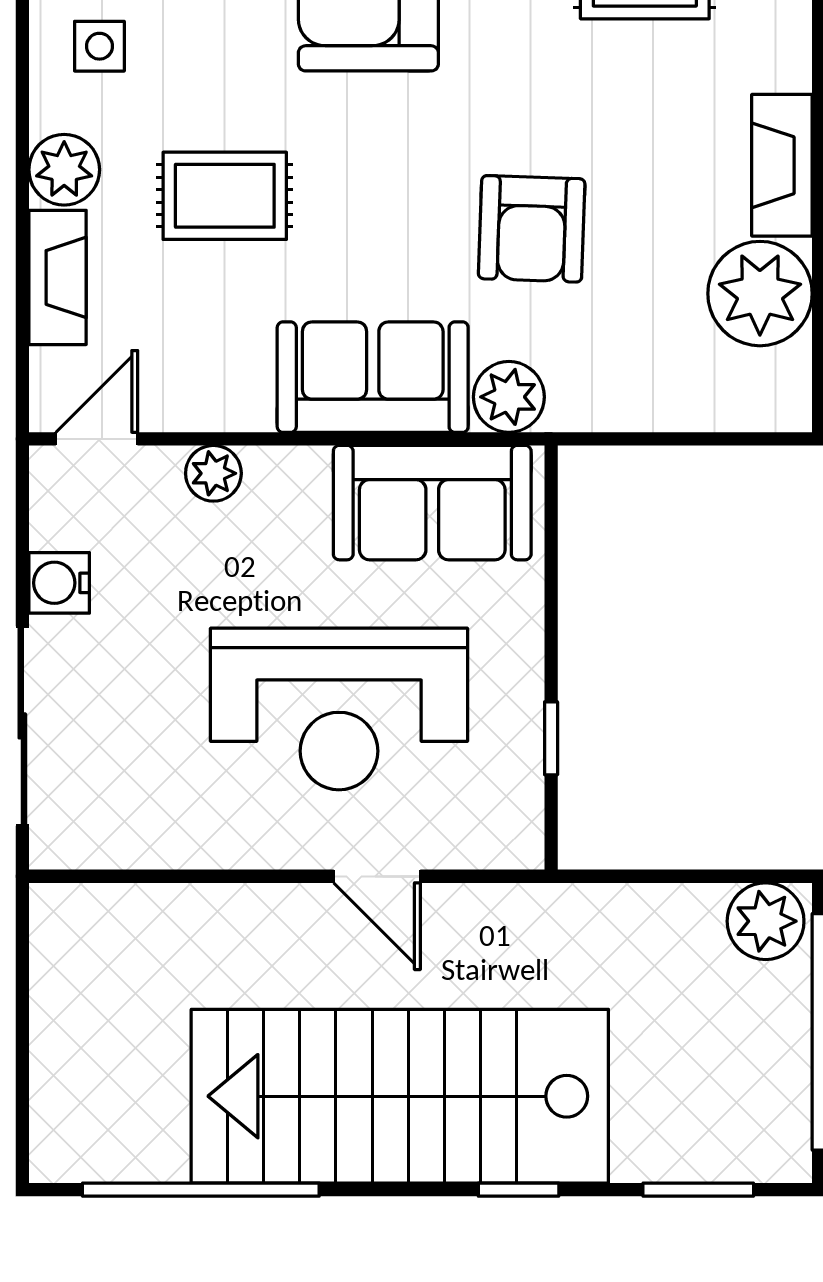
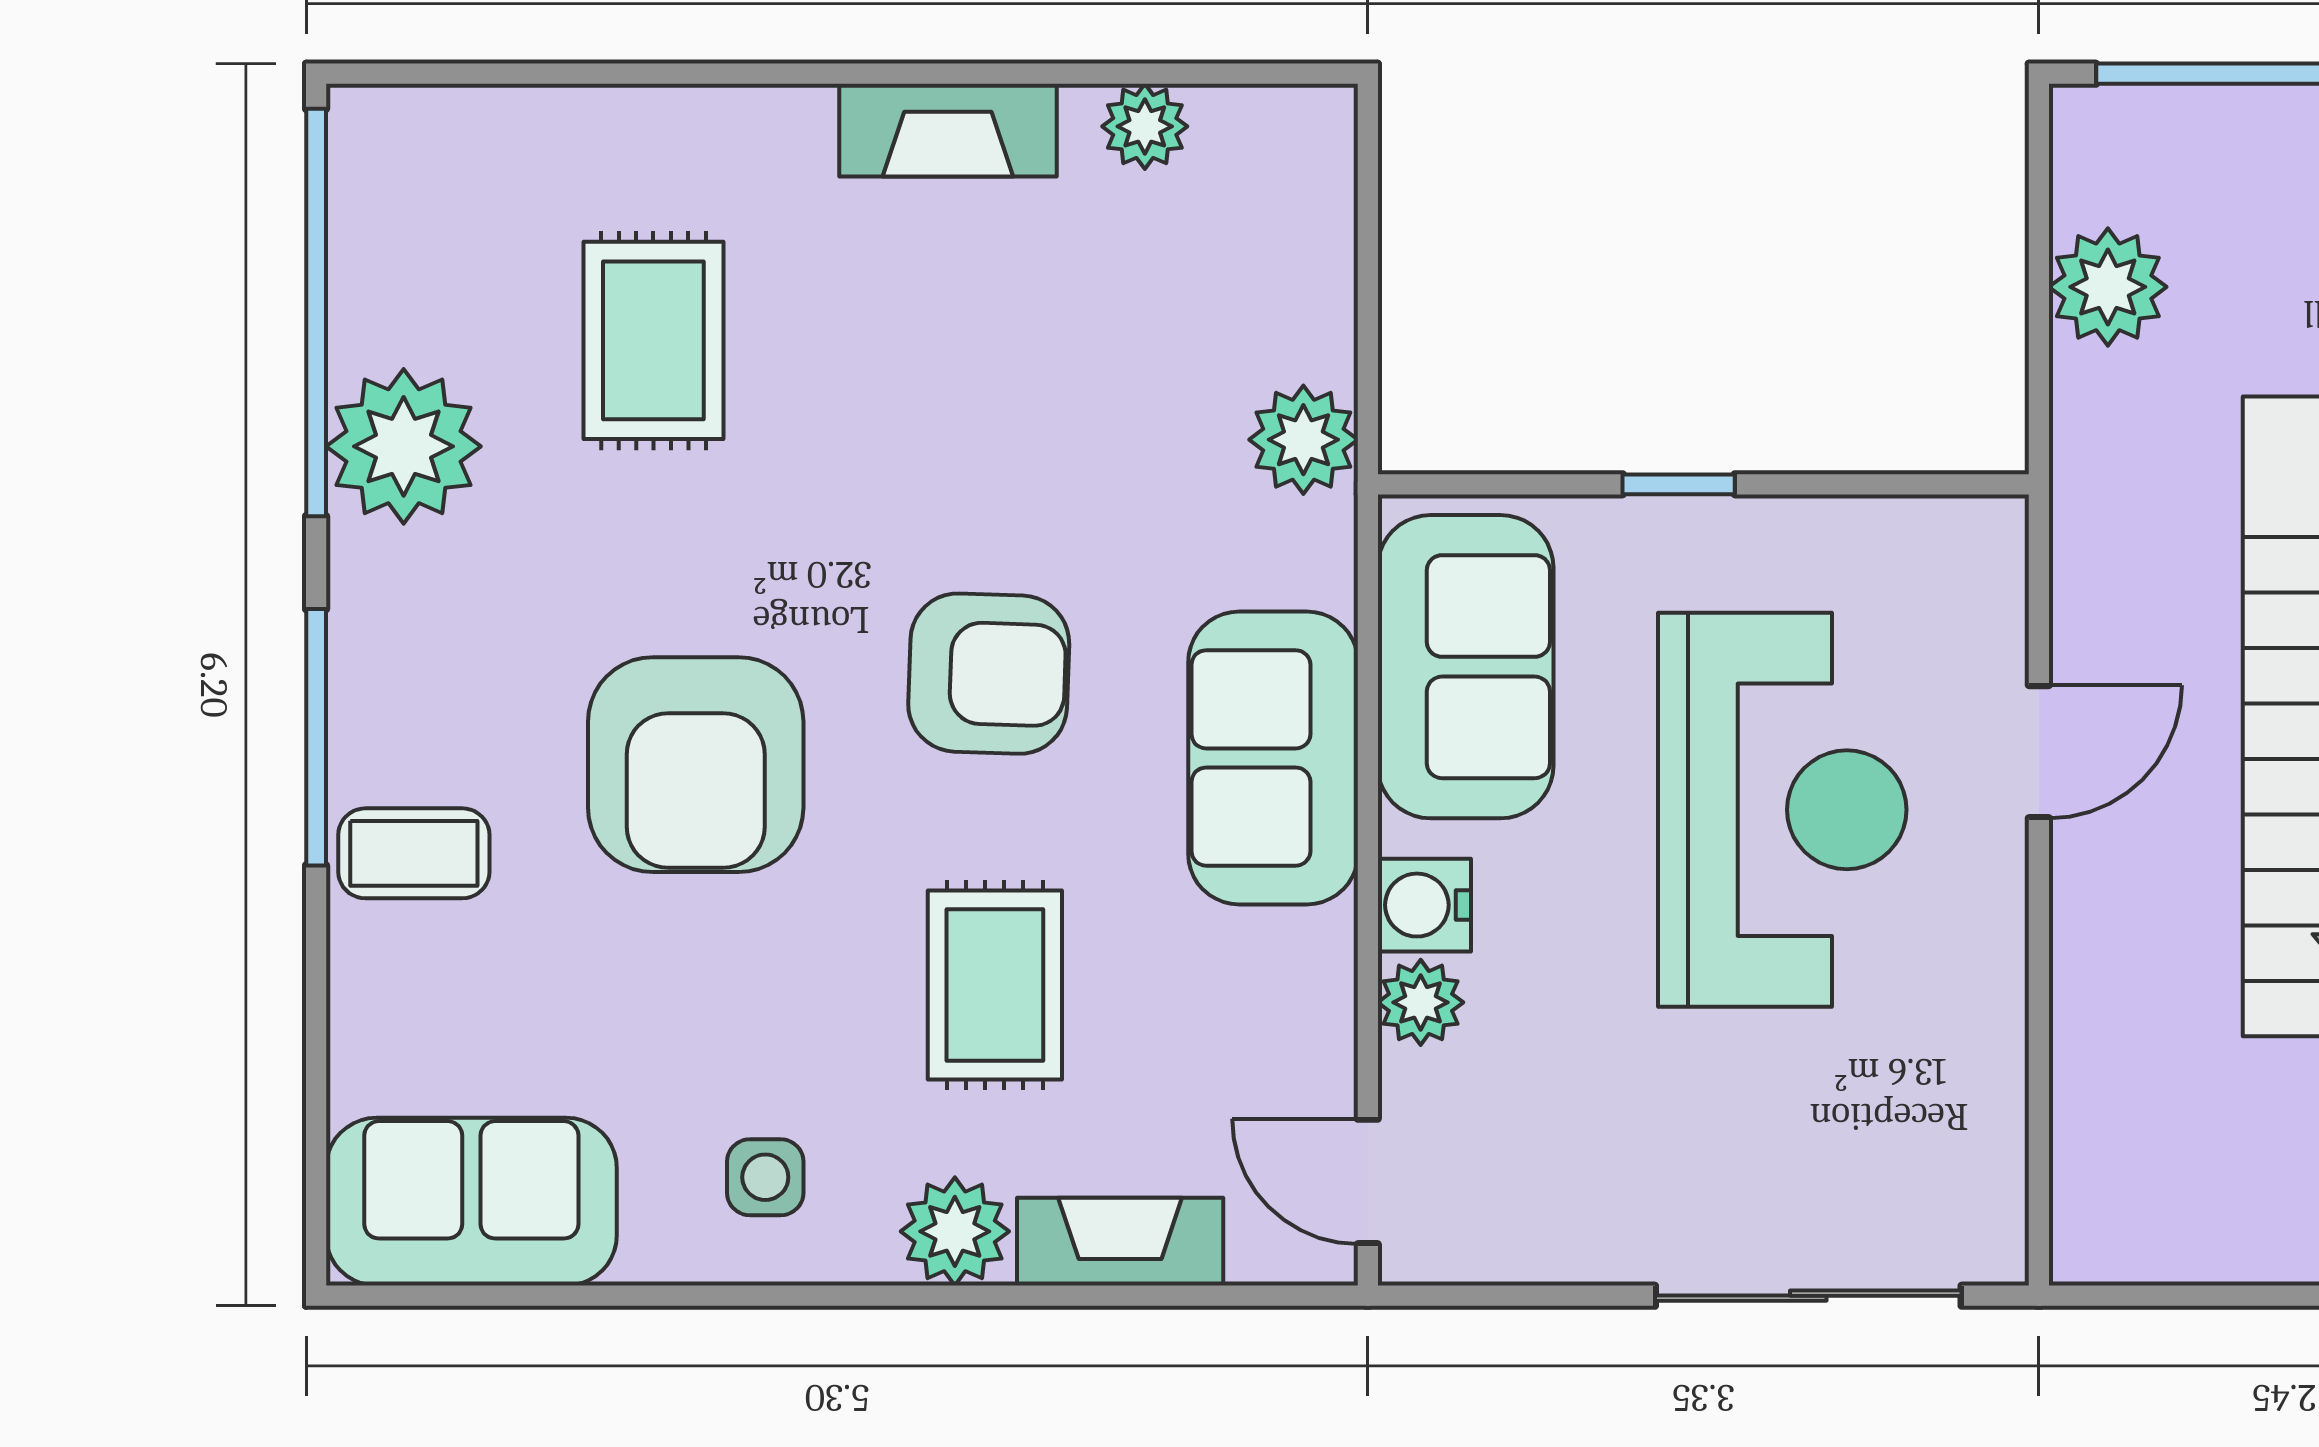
armchair: (532, 229) -> (989, 674), moved
plant: (760, 294) -> (1145, 126), width x0.53, depth x0.53
plant: (509, 397) -> (1303, 440), moved
water cooler: (59, 583) -> (1424, 905), moved, turned 90
window: (551, 738) -> (1679, 484), moved
plant: (766, 921) -> (2108, 287), moved

